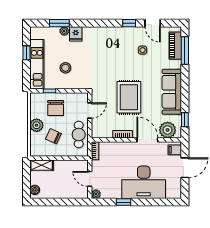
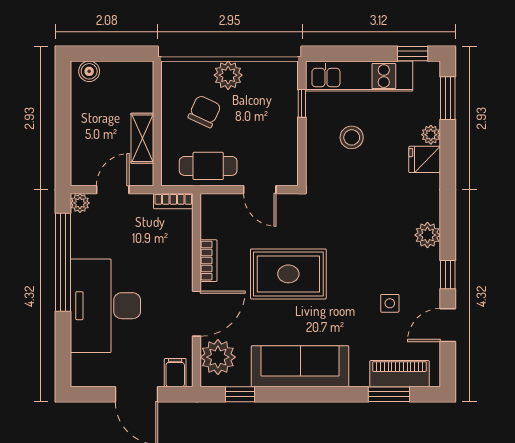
window: (59, 23) -> (448, 98), moved
plant: (111, 33) -> (427, 235), added
window: (185, 51) -> (389, 394), width x0.69
window: (26, 53) -> (413, 54), moved
chair: (56, 108) -> (265, 116), removed
shelving: (42, 165) -> (142, 138), moved
window: (123, 202) -> (63, 262), width x3.17

